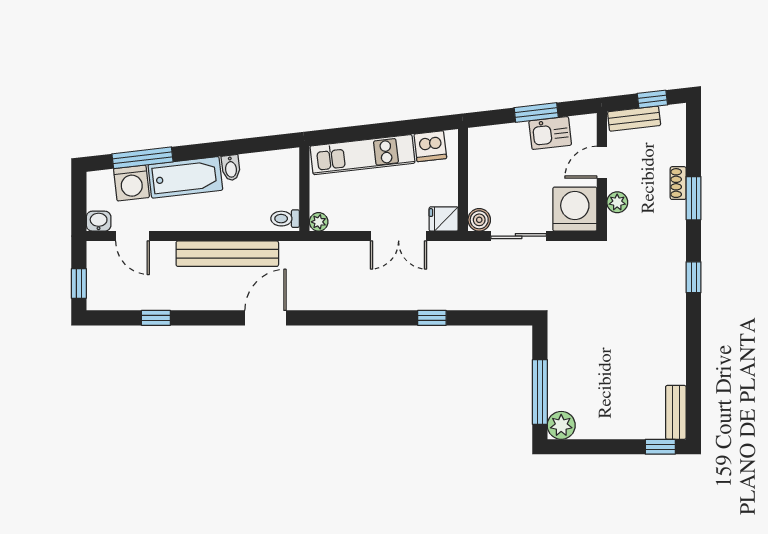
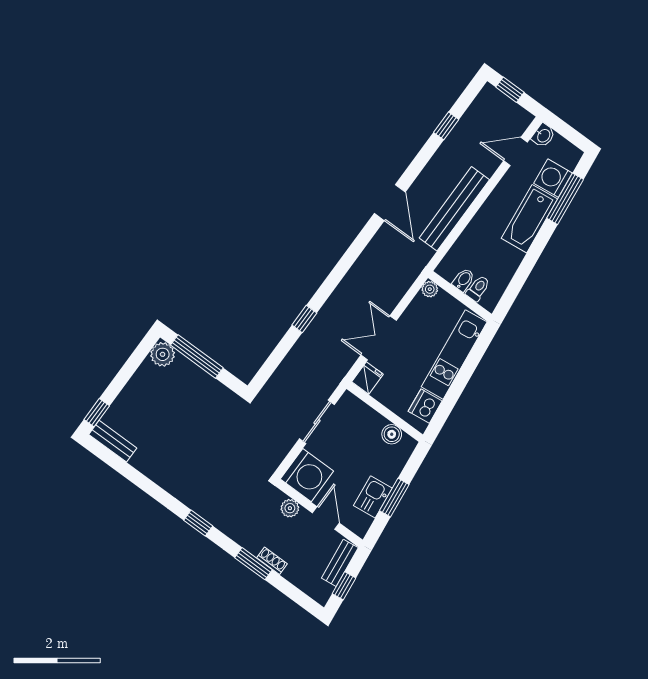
bidet: (231, 168) -> (463, 280), moved, turned 97
toilet: (285, 219) -> (478, 288), moved
boiler: (479, 220) -> (392, 434), moved

